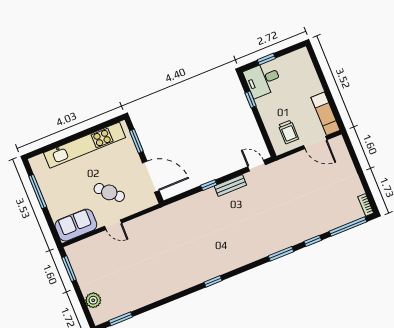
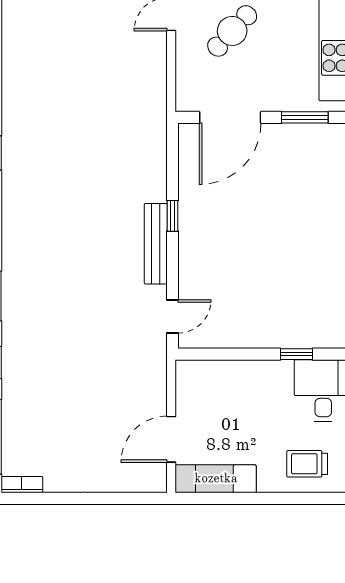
trolley: (288, 132) -> (307, 464), moved
bench: (230, 186) -> (156, 244), width x1.36

